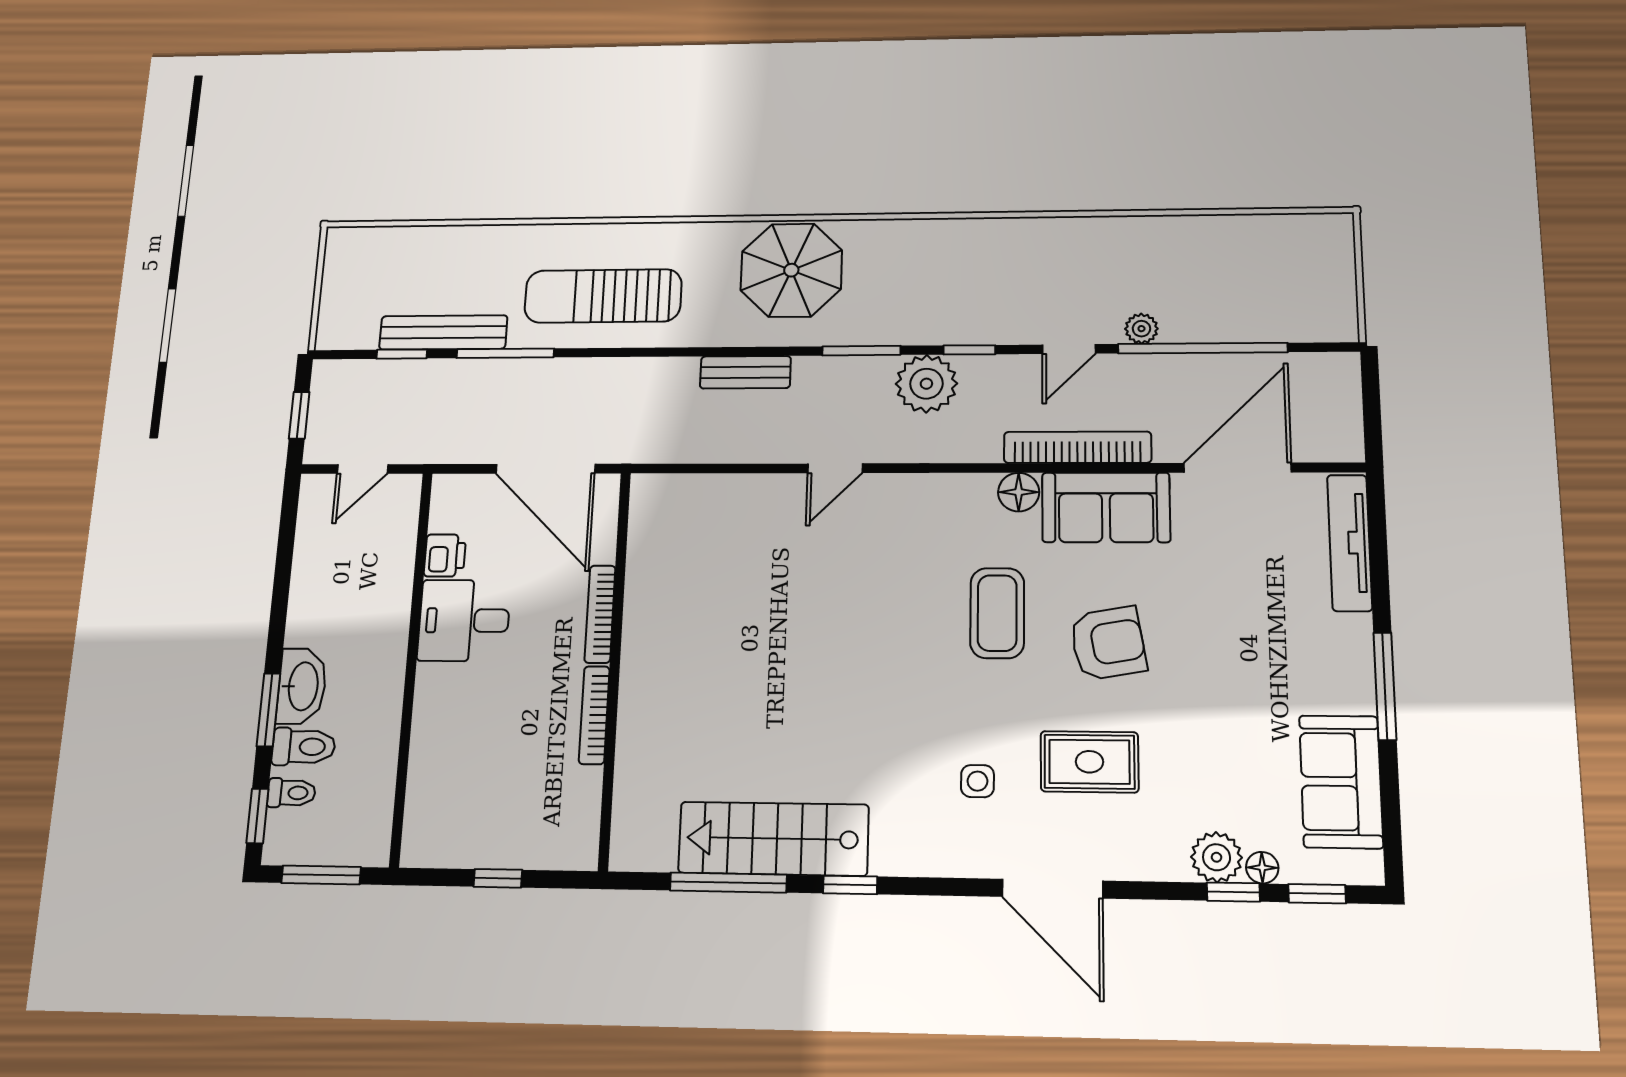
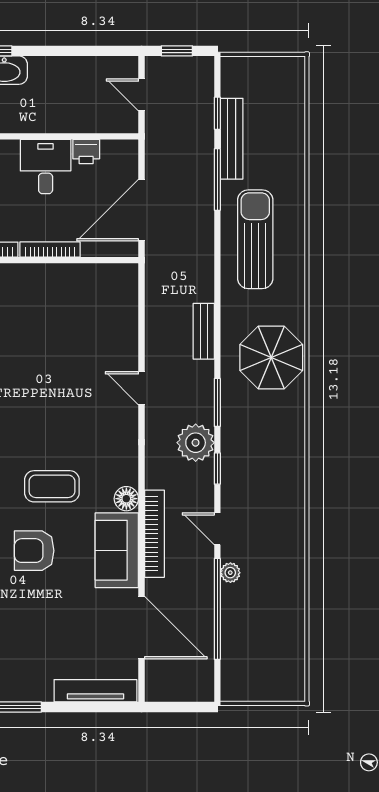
armchair: (1108, 643) -> (34, 551), turned 100

